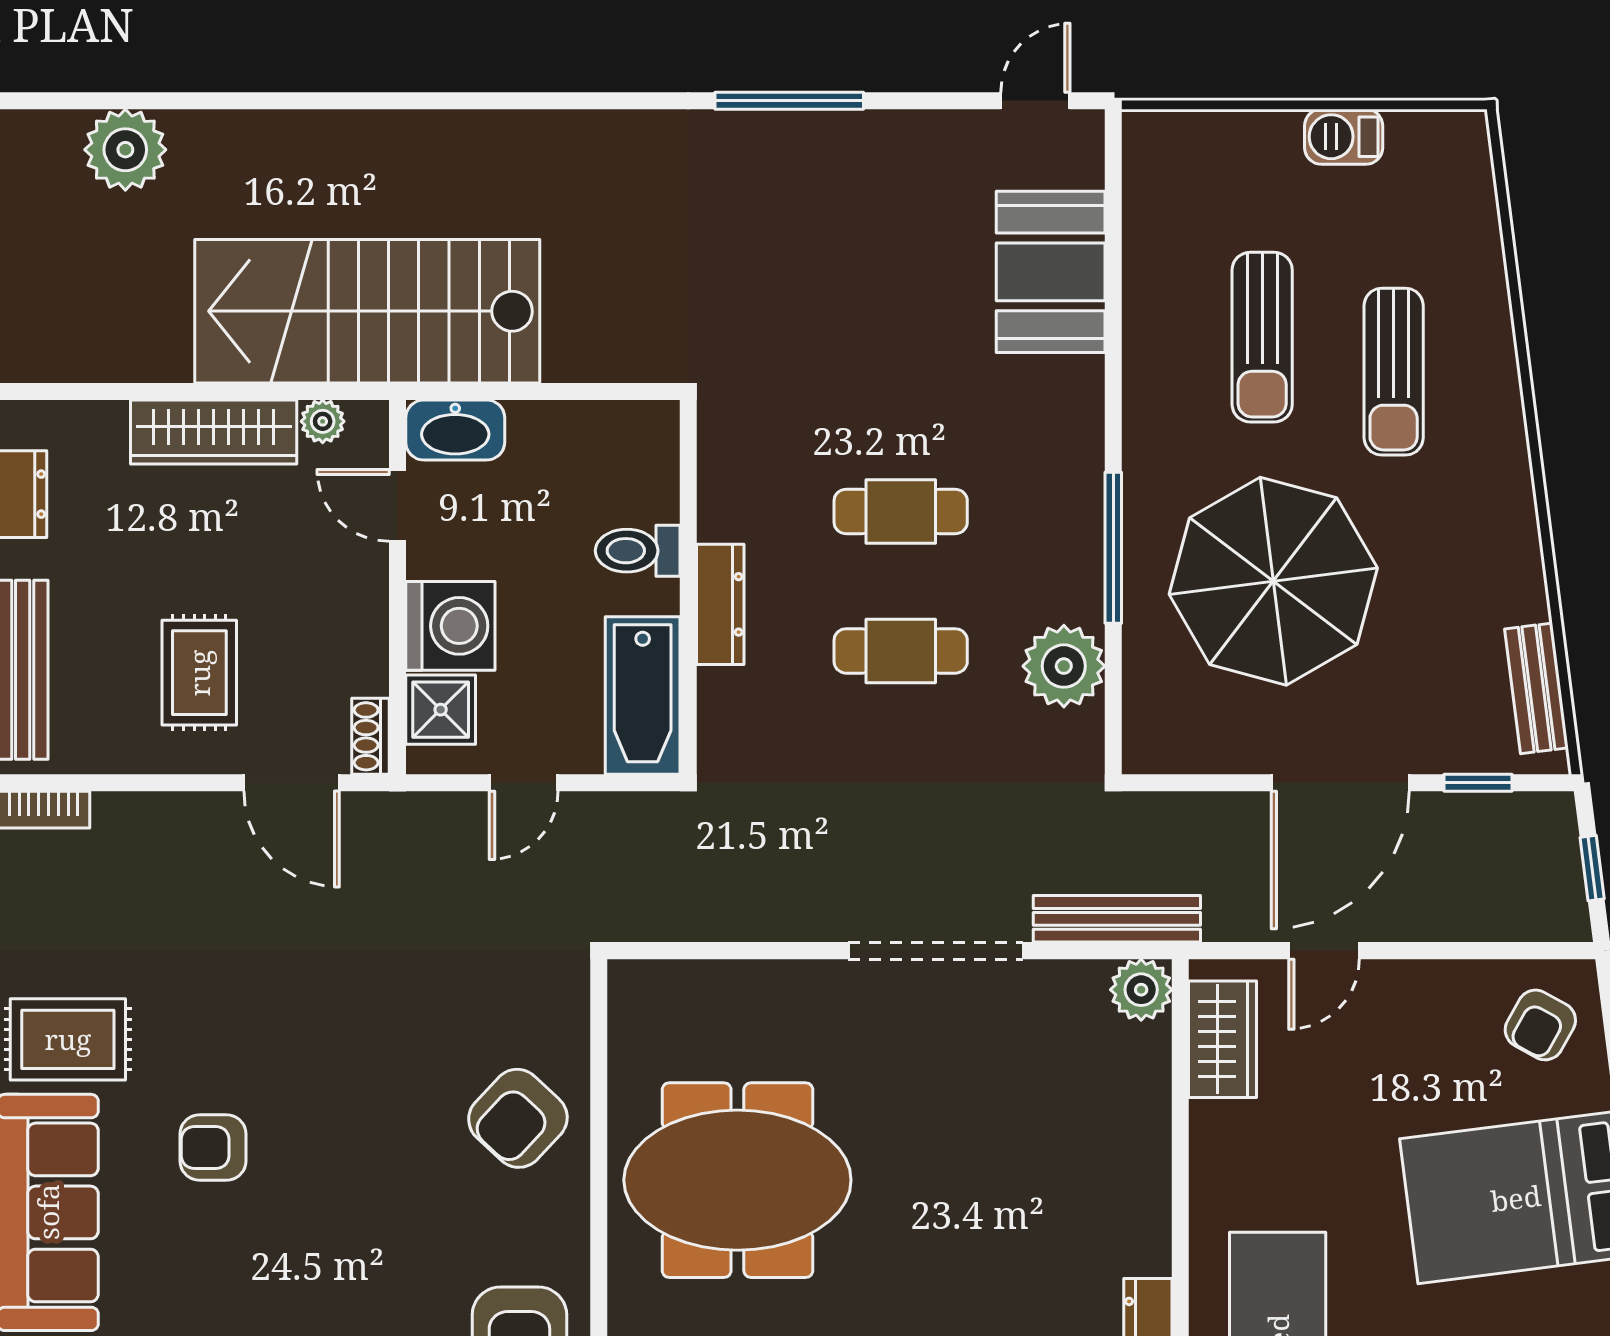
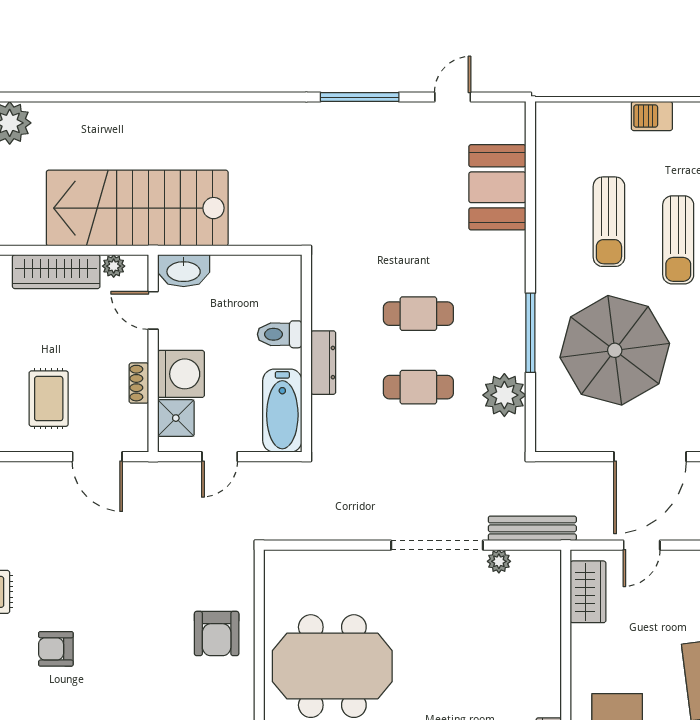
door: (1035, 101) -> (453, 97), moved
shoe rack: (371, 736) -> (139, 383), moved
plant: (1141, 990) -> (499, 561), moved, width x0.73, depth x0.73
armchair: (518, 1118) -> (217, 634), turned -43

